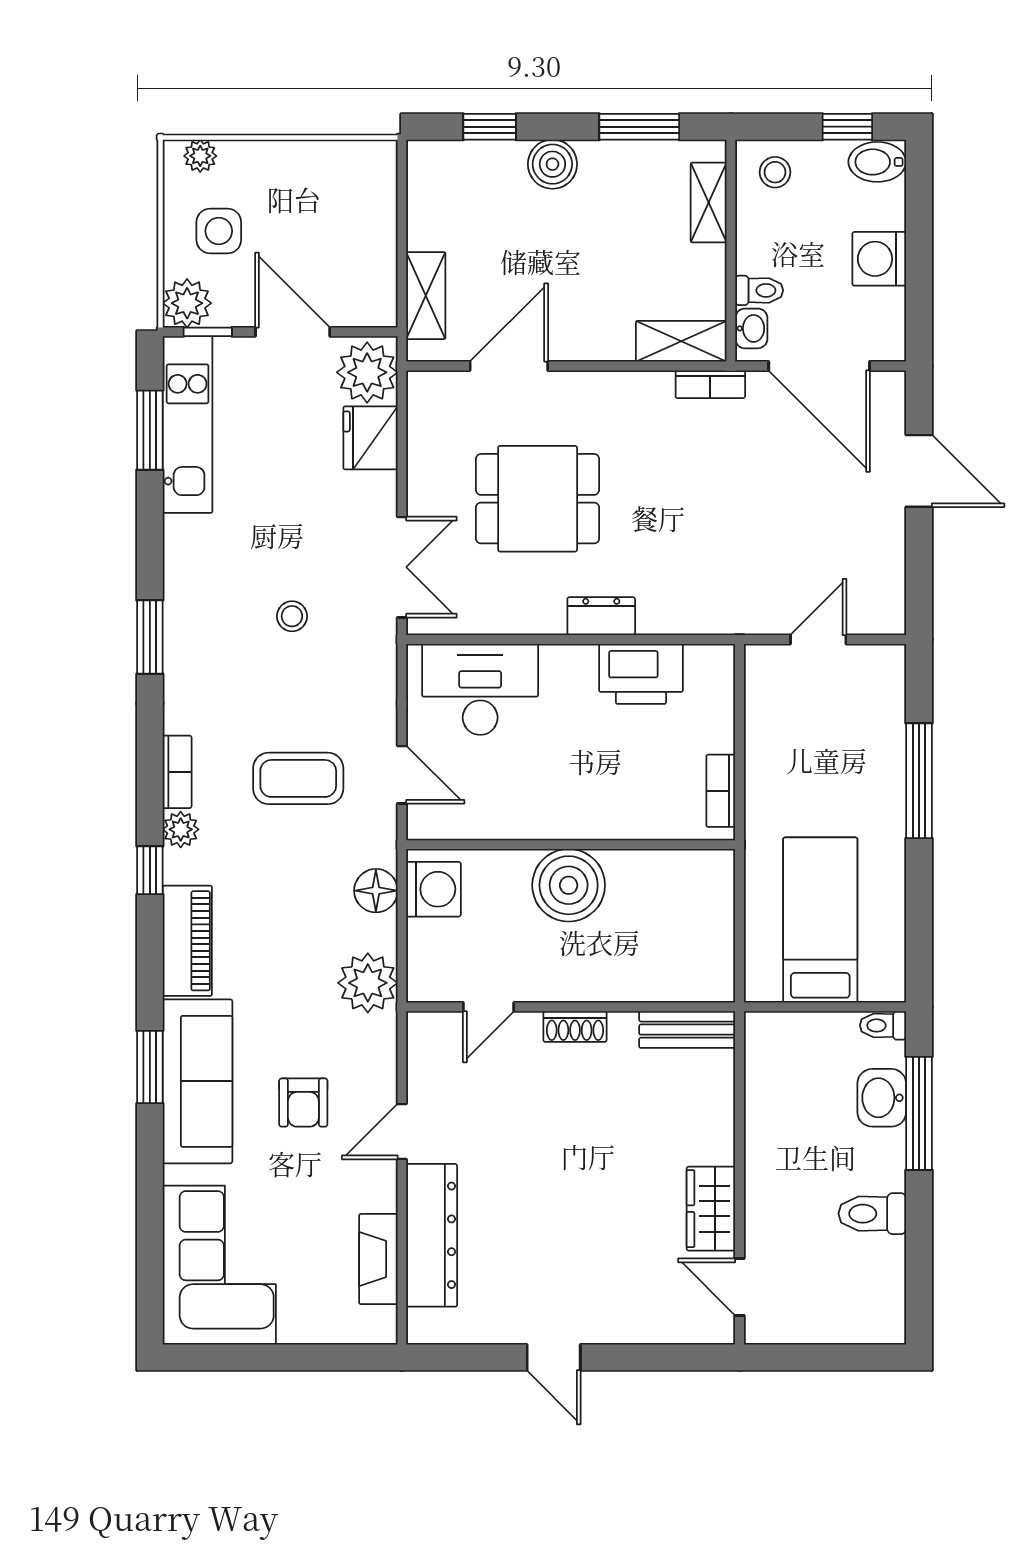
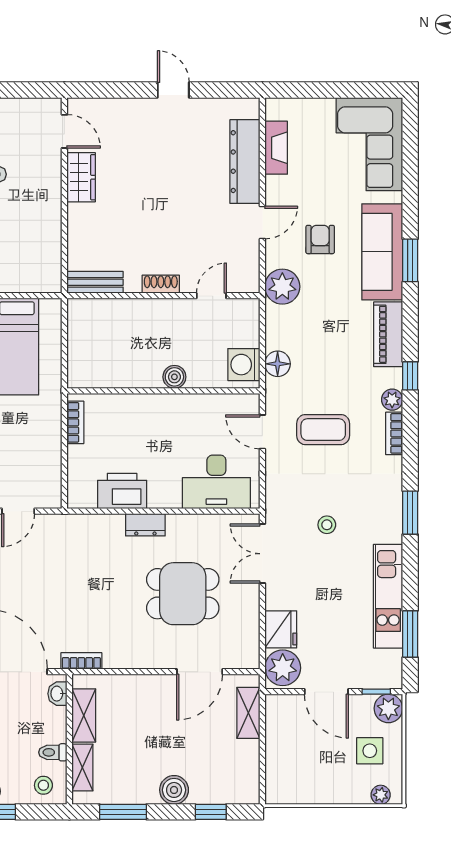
toilet: (759, 290) -> (53, 752), moved
shelving: (681, 341) -> (84, 715), moved, turned 90
kitchen unit: (188, 425) -> (388, 596), moved
boiler: (569, 885) -> (174, 377), width x0.54, depth x0.54
plant: (368, 983) -> (282, 287), moved

